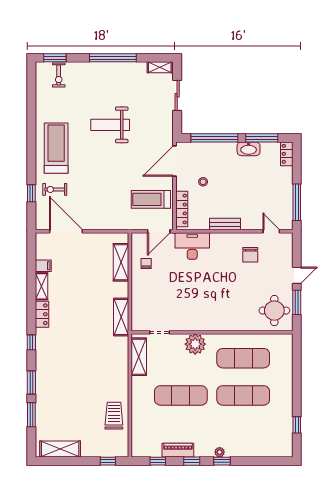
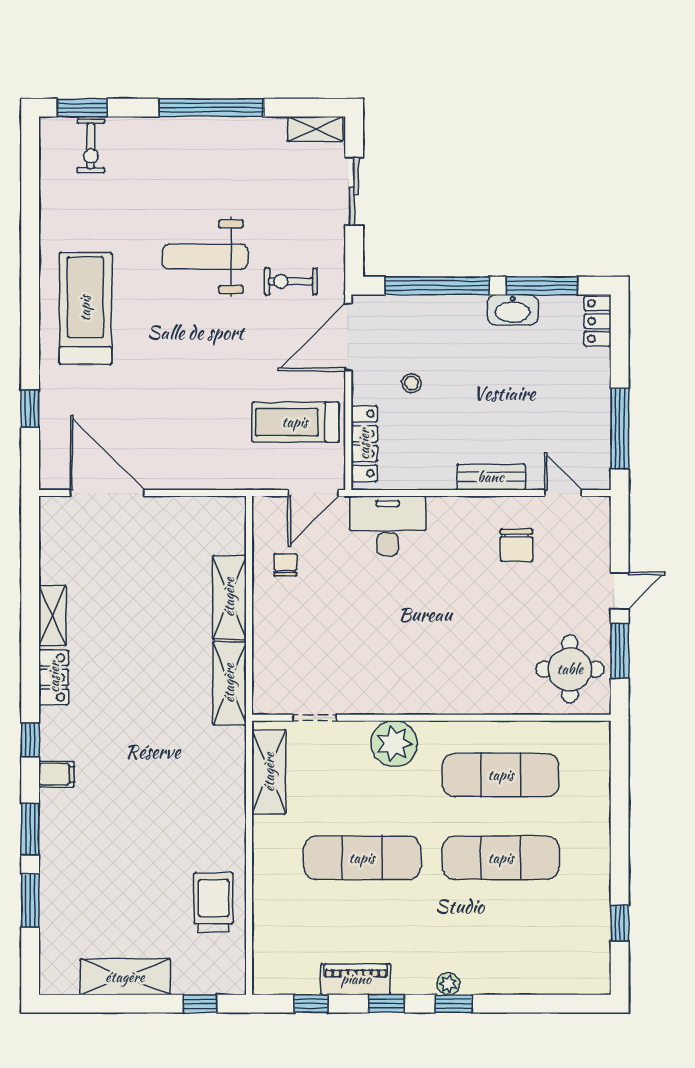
exercise bike: (55, 189) -> (291, 281), moved
bench: (225, 224) -> (491, 477), moved
shelving: (121, 262) -> (229, 597), moved
filing cabinet: (43, 266) -> (56, 774), moved
shelving: (60, 449) -> (125, 977), moved

